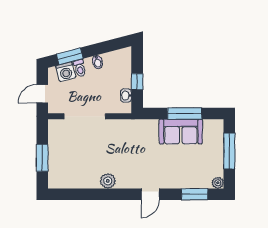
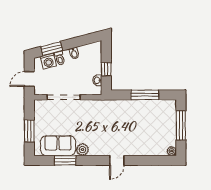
sofa: (181, 132) -> (58, 146), moved, turned 180
window: (195, 194) -> (65, 160), moved

